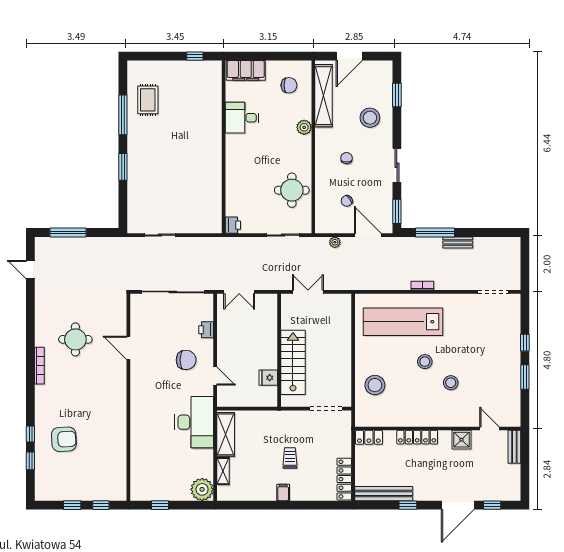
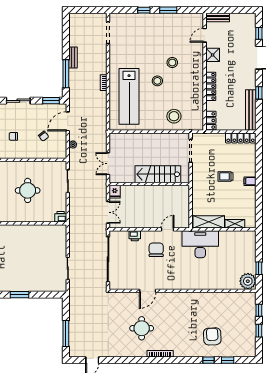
round table: (292, 190) -> (28, 190), moved
fridge: (268, 378) -> (115, 192), moved
plant: (202, 489) -> (248, 281), moved

